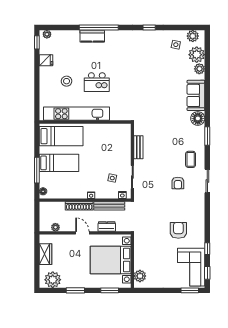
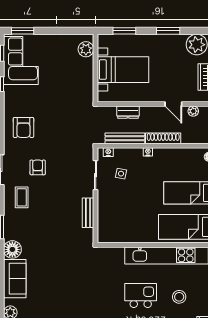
armchair: (178, 230) -> (23, 127), moved
door: (82, 233) -> (173, 104), moved
bed with nightstands: (111, 260) -> (123, 70), width x0.73

